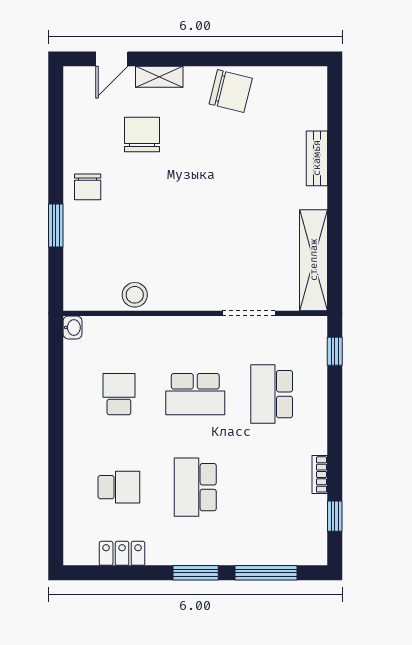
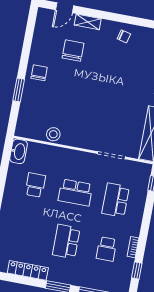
chair: (231, 91) -> (124, 36), width x0.54, depth x0.54
chair: (88, 187) -> (39, 73), turned 180
washbasin: (73, 327) -> (19, 151), width x1.91, depth x1.45
school desk: (119, 487) -> (106, 249), moved, turned 90
locker: (122, 553) -> (28, 270), width x1.53

